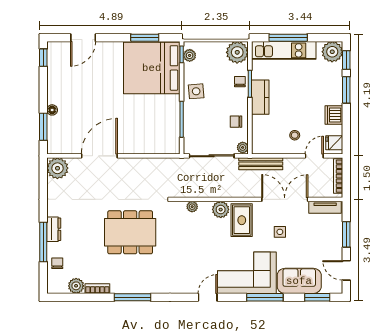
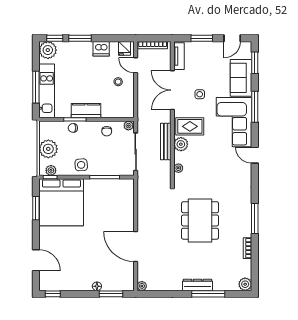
plant: (237, 52) -> (48, 149), moved
bench: (261, 164) -> (166, 142), moved
plant: (57, 168) -> (142, 286), width x0.53, depth x0.53
dresser: (54, 229) -> (197, 285), width x1.44
chair: (57, 263) -> (226, 282), removed
plant: (76, 286) -> (245, 284), moved

